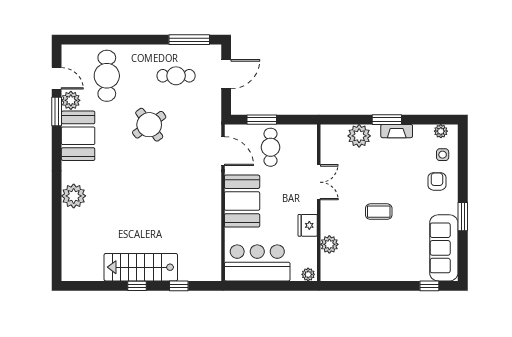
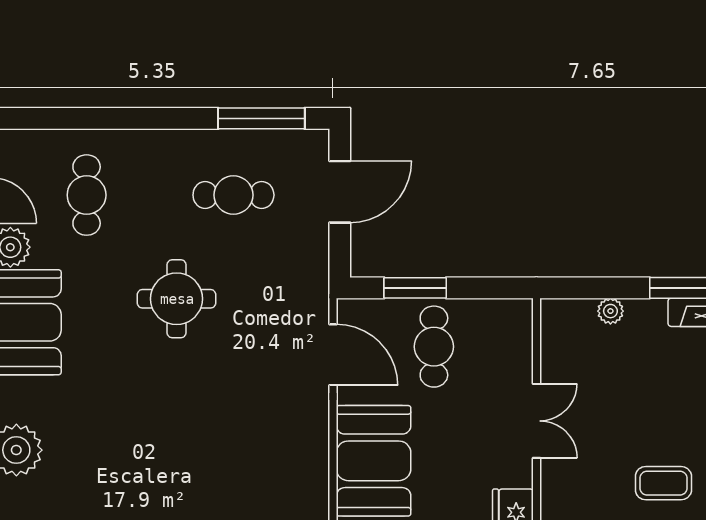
cafe table: (107, 76) -> (87, 195), width x0.73, depth x0.74
round table: (149, 125) -> (177, 299), turned 36
plant: (359, 136) -> (610, 311), width x0.53, depth x0.53

